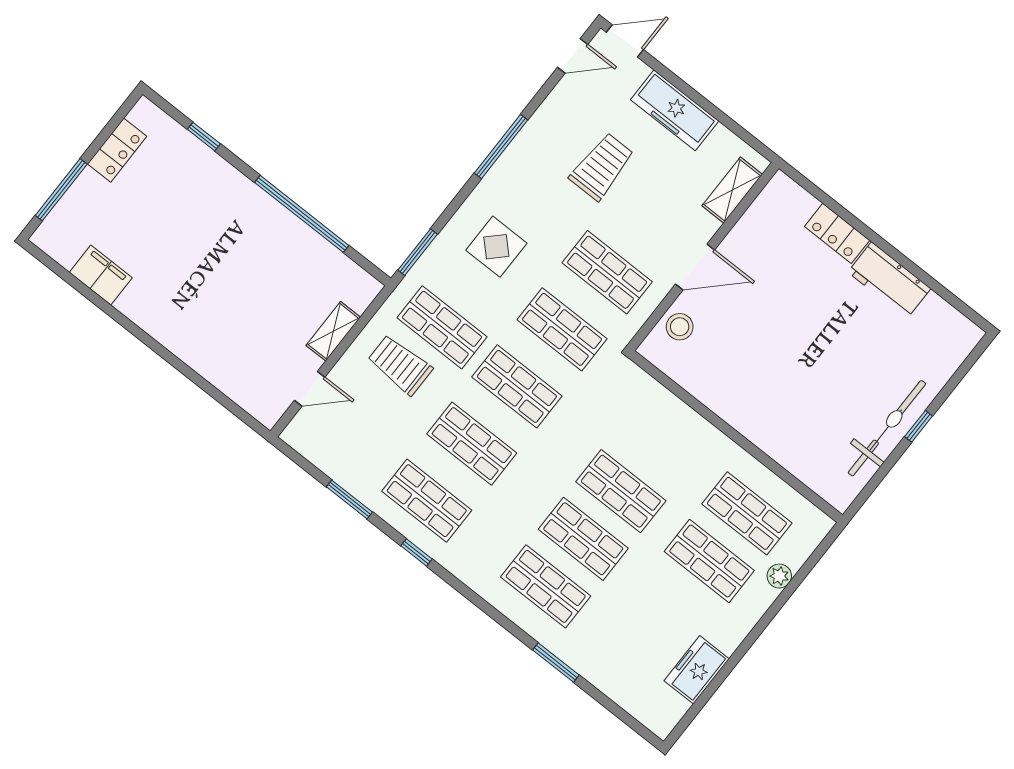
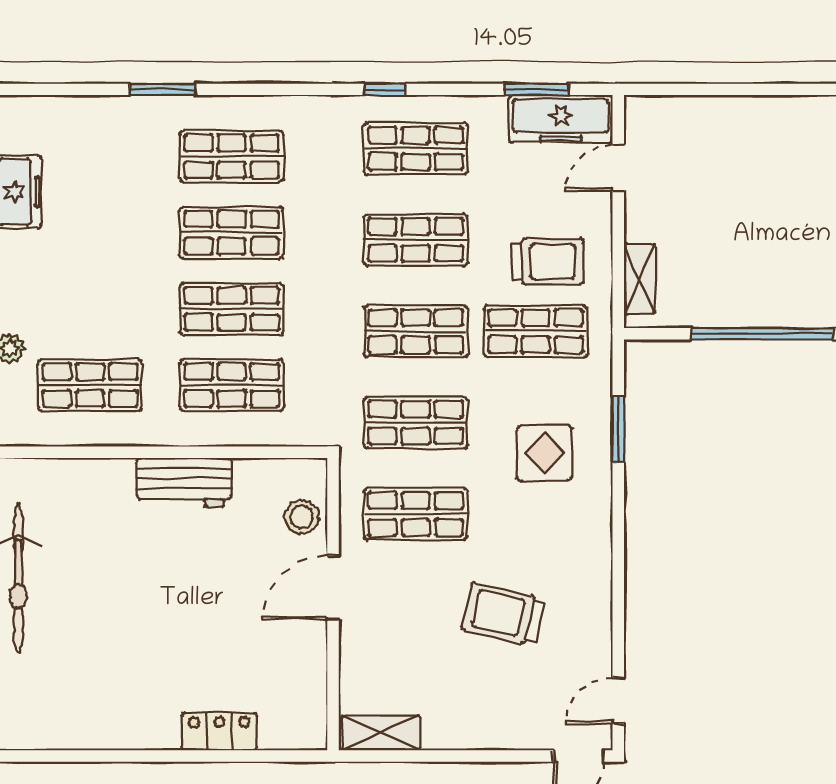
freezer: (675, 110) -> (561, 119), moved, turned 180
window: (501, 146) -> (618, 555), removed
trolley: (602, 167) -> (503, 614), turned 103
shelving: (732, 190) -> (381, 733), moved, turned 90
window: (418, 252) -> (618, 430), moved
workbench: (889, 280) -> (184, 482), moved, turned 180
shelving: (333, 331) -> (640, 279), moved
window: (349, 499) -> (537, 89), moved
shop shelf: (709, 561) -> (232, 385), moved

